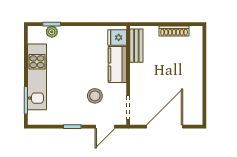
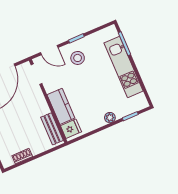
shoe rack: (174, 31) -> (22, 156), width x0.70
plant: (52, 32) -> (110, 118), moved
stool: (95, 96) -> (78, 58), moved
door: (105, 127) -> (49, 50), swing flipped

